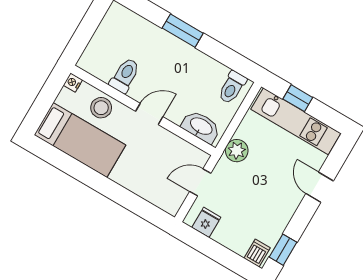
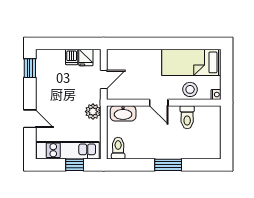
door: (149, 114) -> (159, 103), hinge flipped
dishwasher: (257, 253) -> (72, 57), moved

